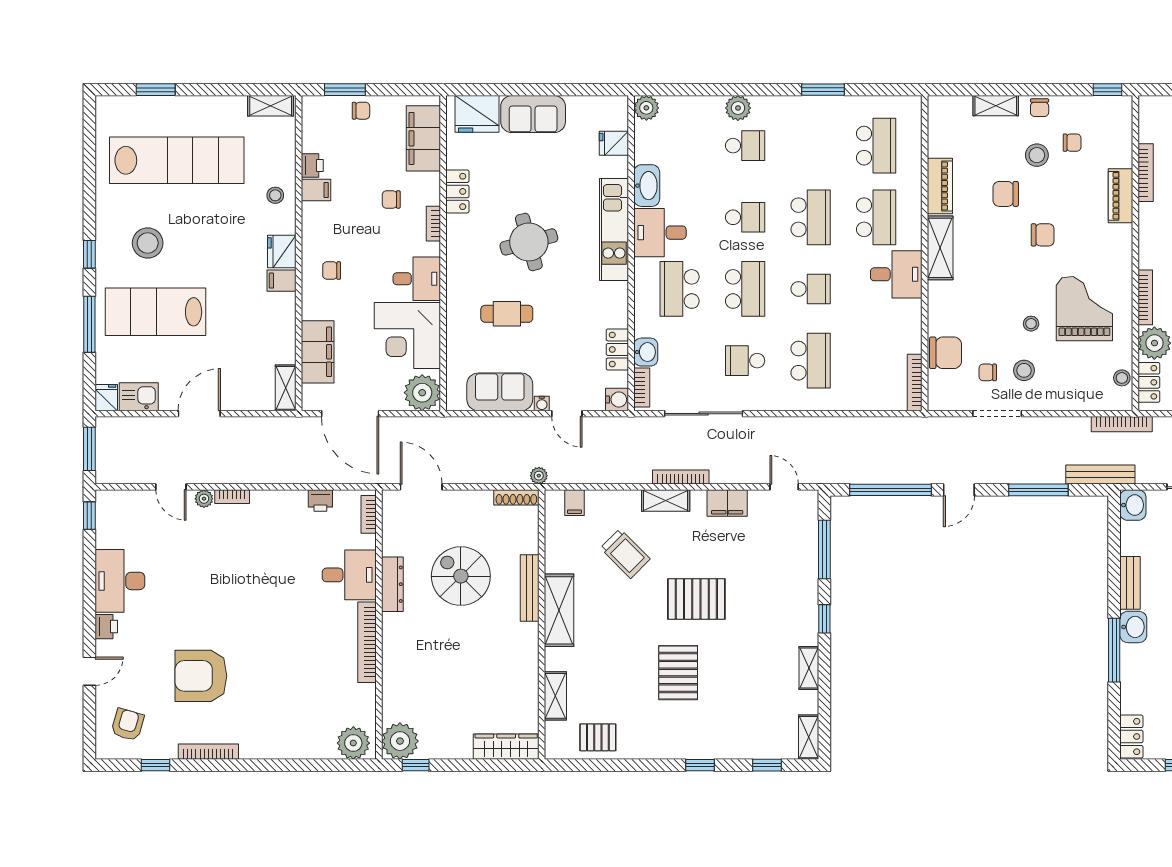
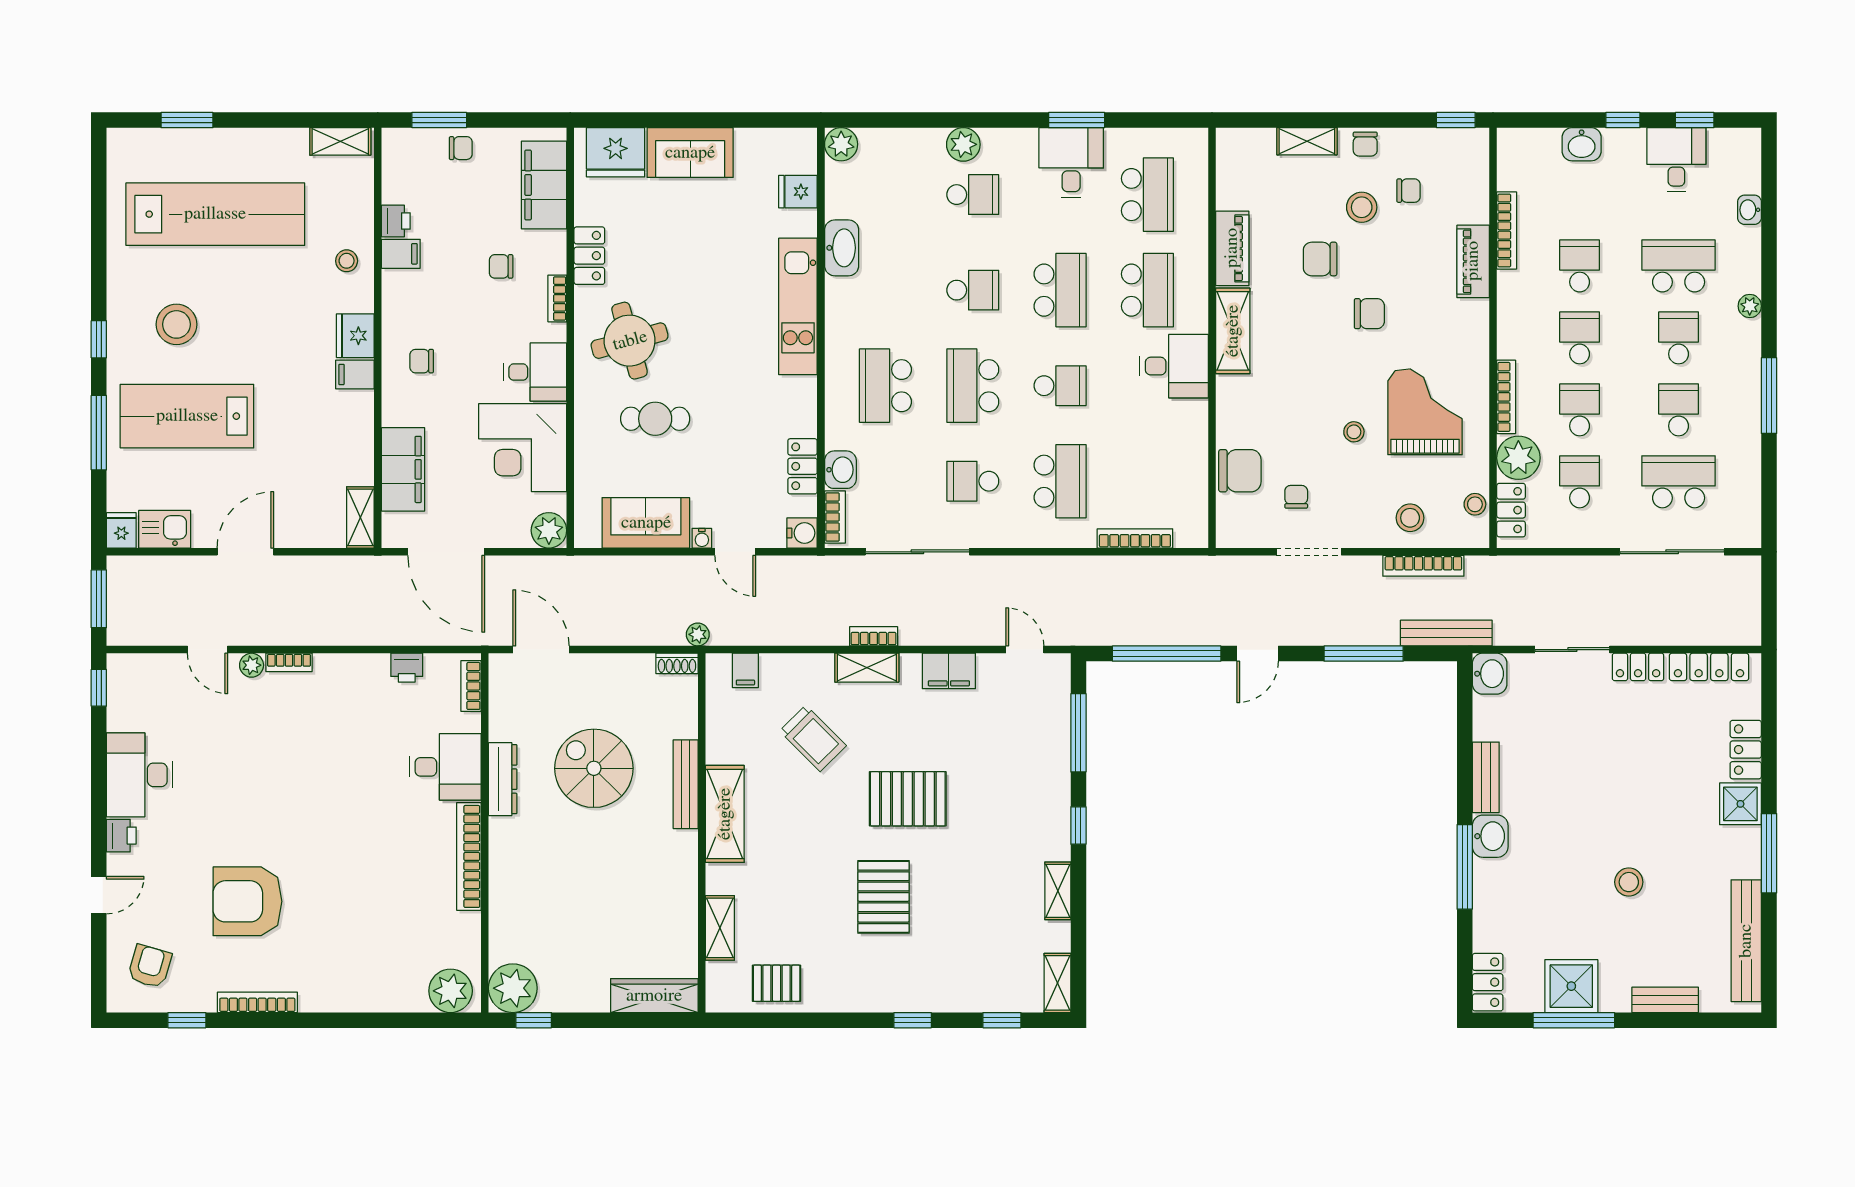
desk: (660, 233) -> (1071, 162), moved, turned 90
round table: (529, 242) -> (630, 341), moved
school desk: (745, 289) -> (973, 386), turned 180
stool: (1024, 370) -> (1410, 518), moved
chair: (988, 372) -> (1296, 497), turned 90
bookcase: (915, 382) -> (1135, 538), moved, turned 90
plant: (422, 393) -> (549, 530), width x0.73, depth x0.73
bookcase: (1122, 424) -> (1423, 566), moved
bookcase: (681, 477) -> (874, 636), width x0.64
shoe rack: (516, 497) -> (677, 663), width x0.70

